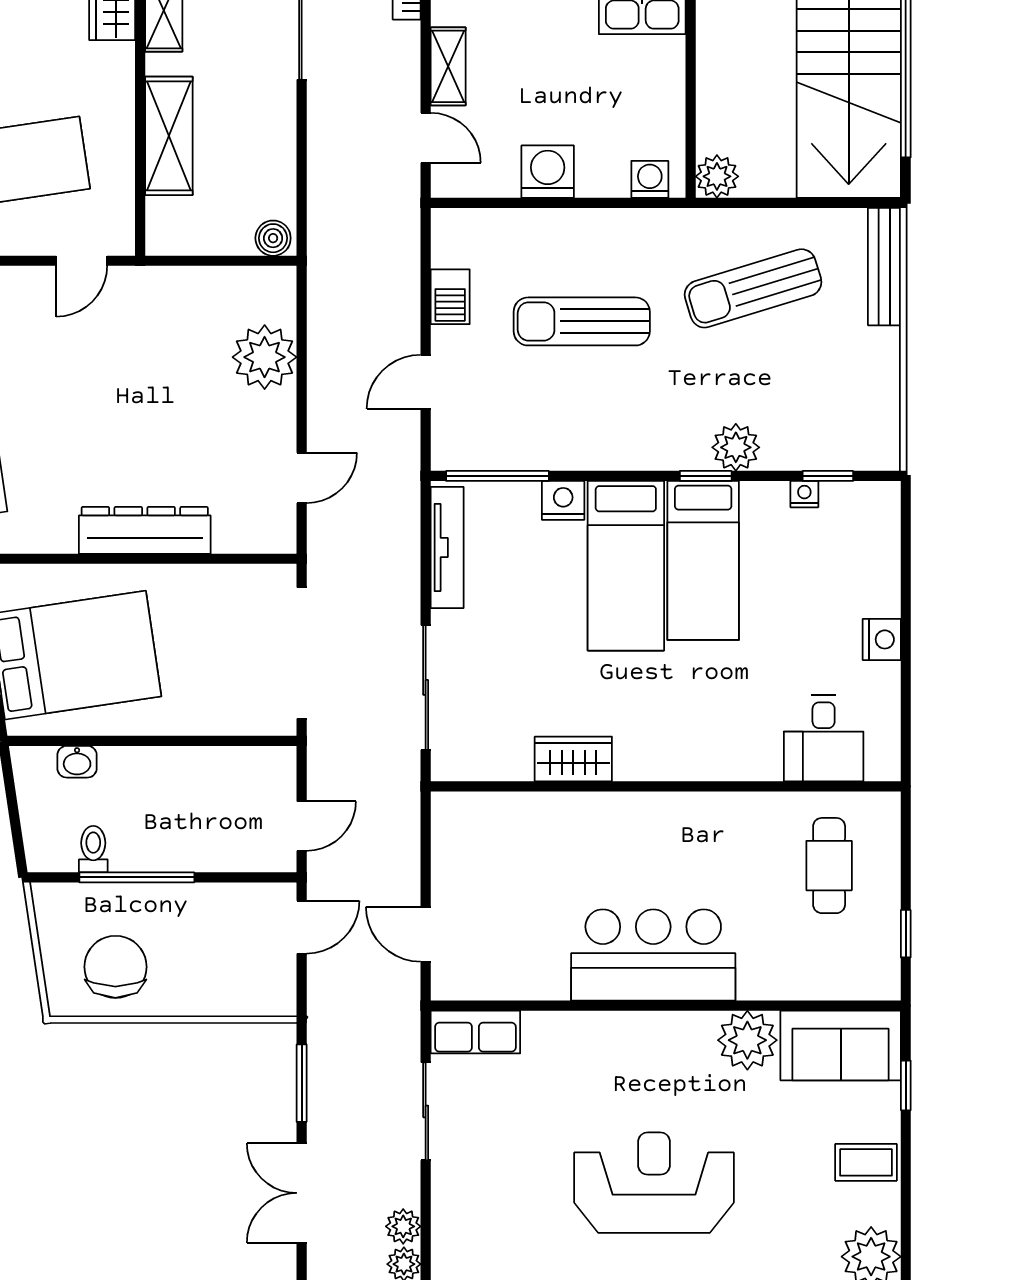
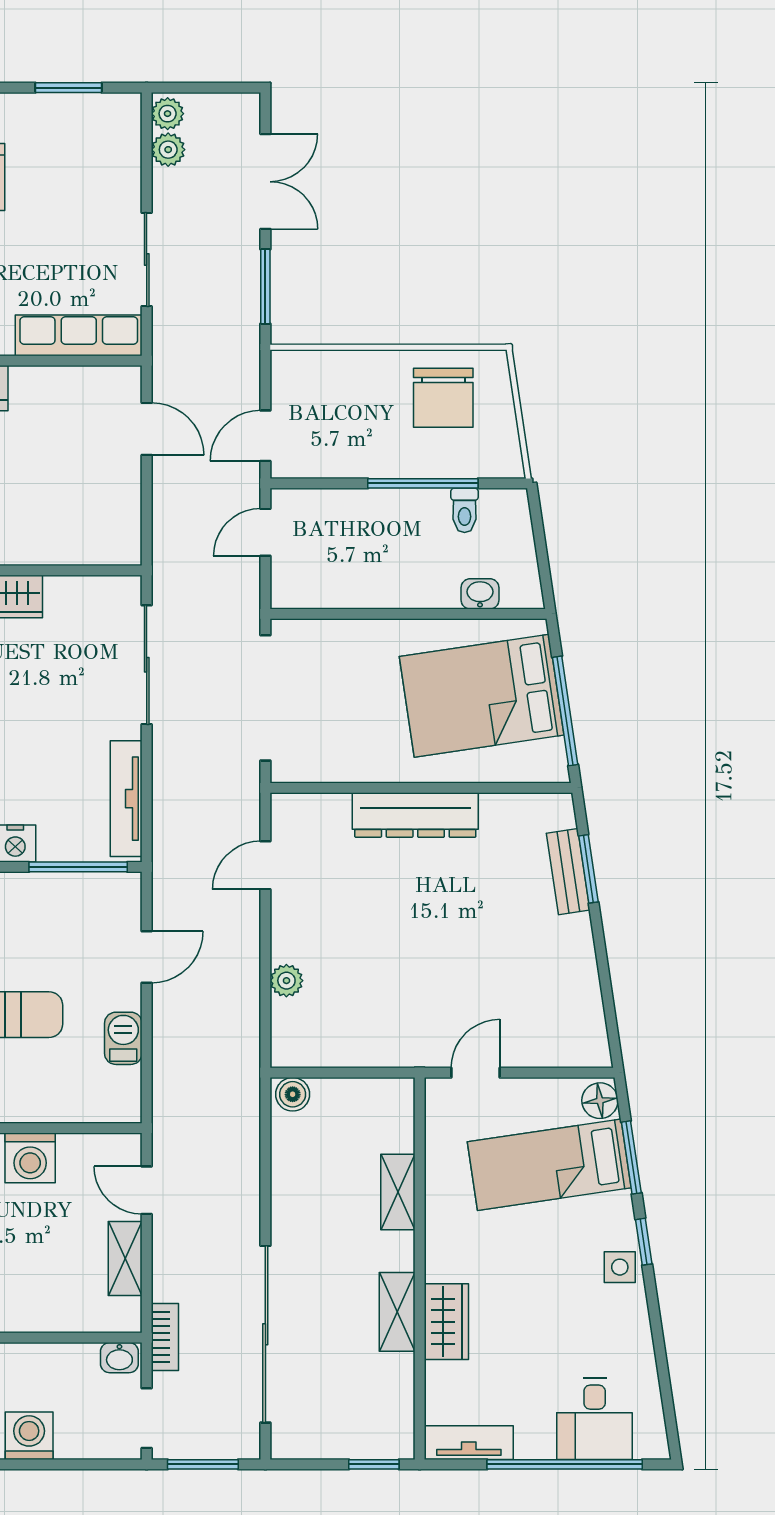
shelving: (169, 136) -> (398, 1192), width x0.67, depth x0.75
plant: (265, 357) -> (286, 981), width x0.53, depth x0.53
row of seats: (475, 1032) -> (79, 335), width x1.48

